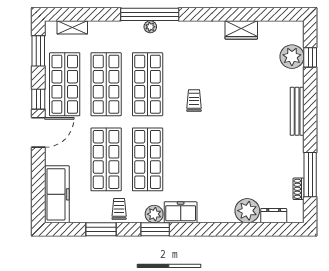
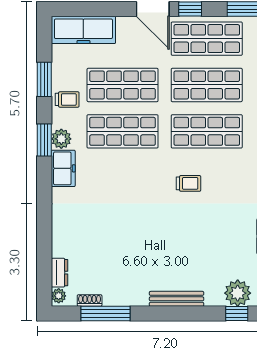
plant: (247, 211) -> (59, 296), moved, width x0.53, depth x0.53

